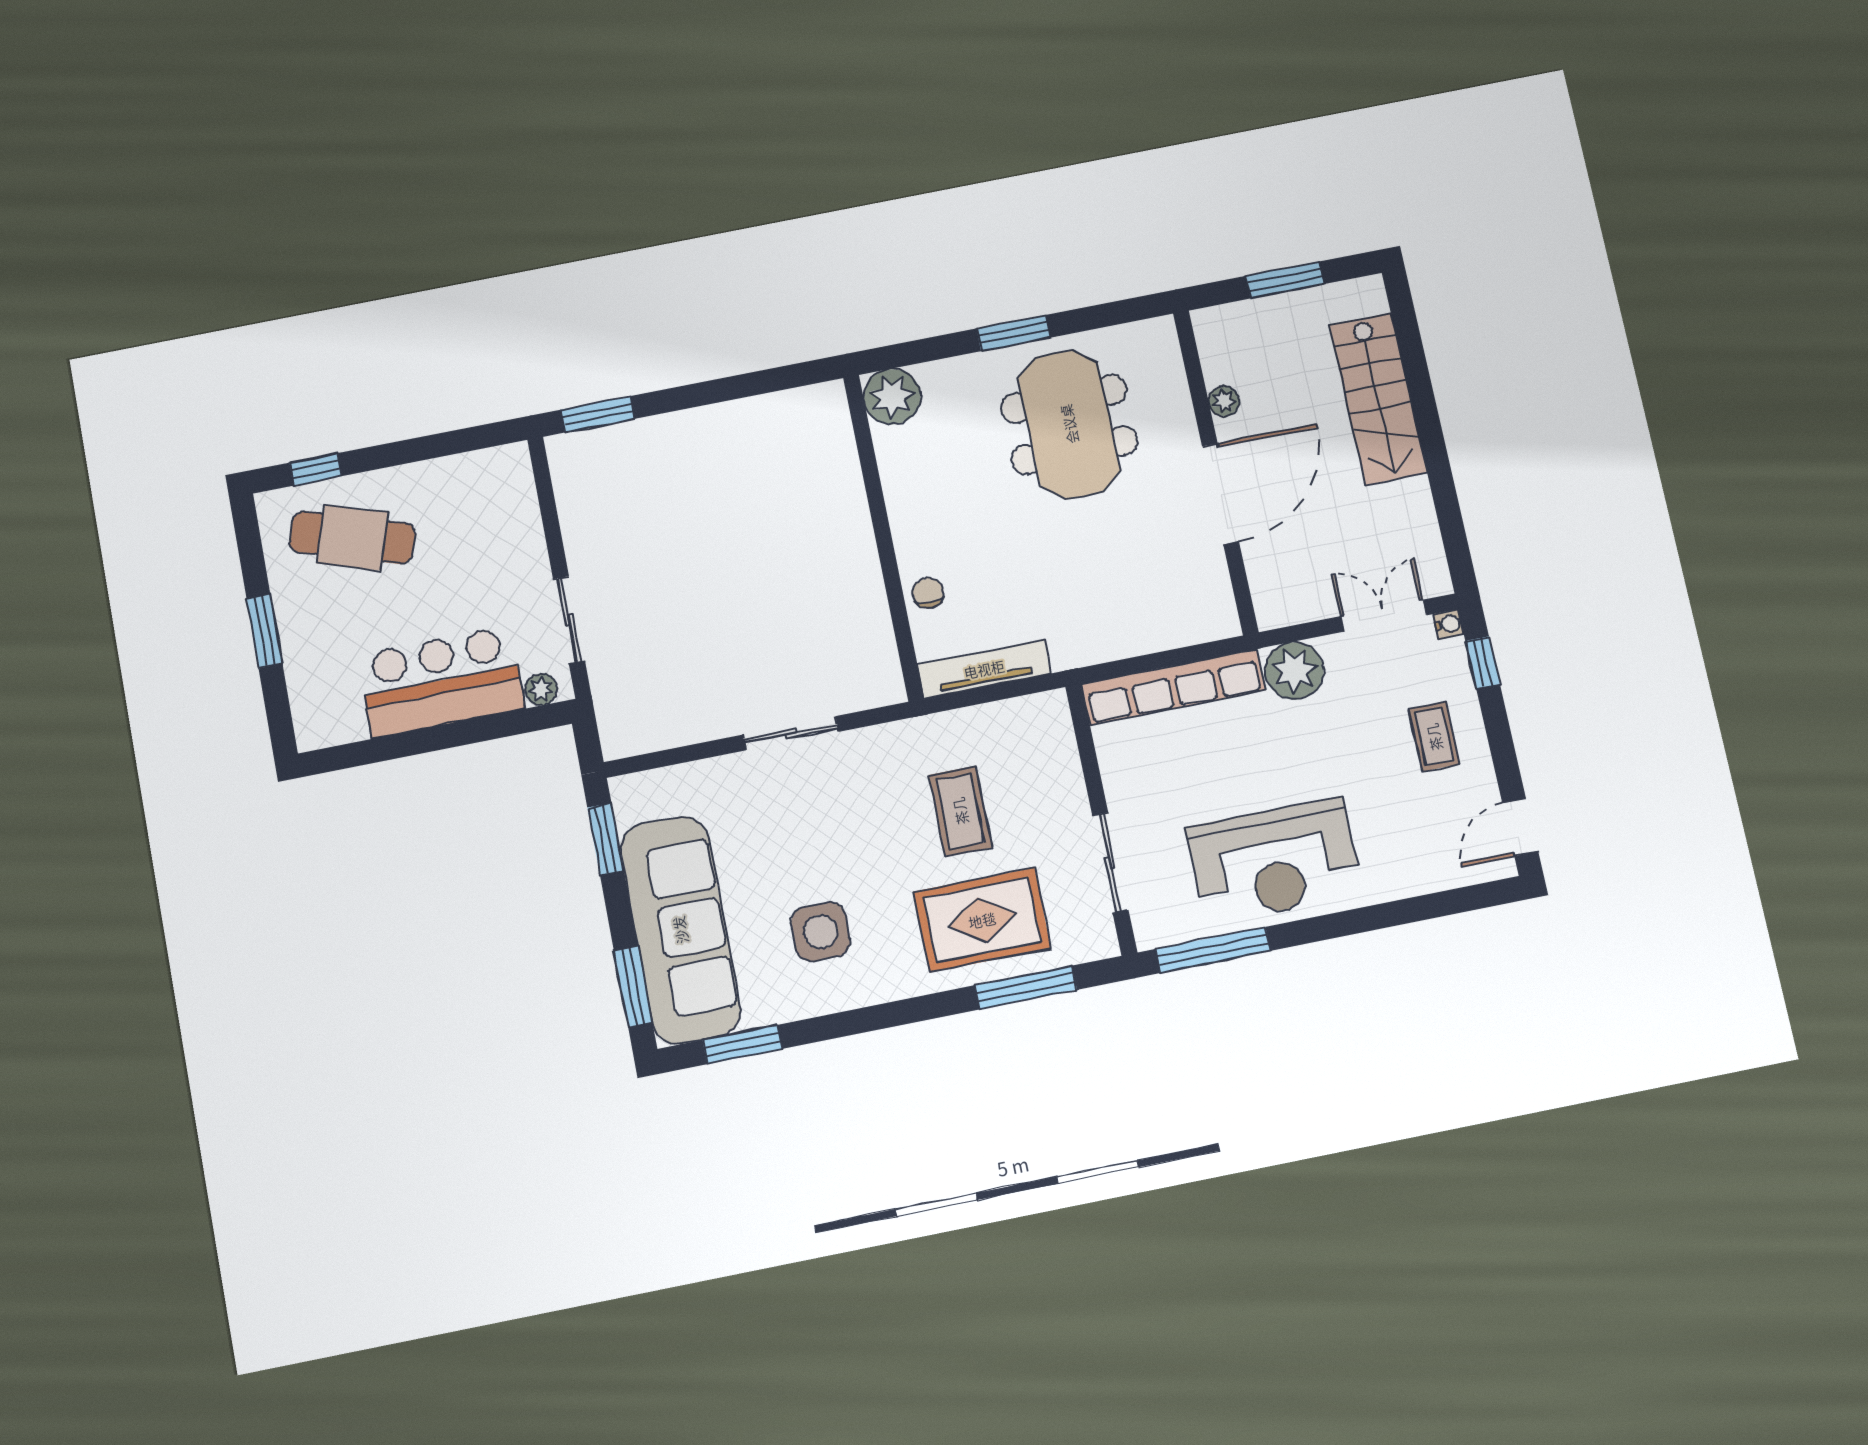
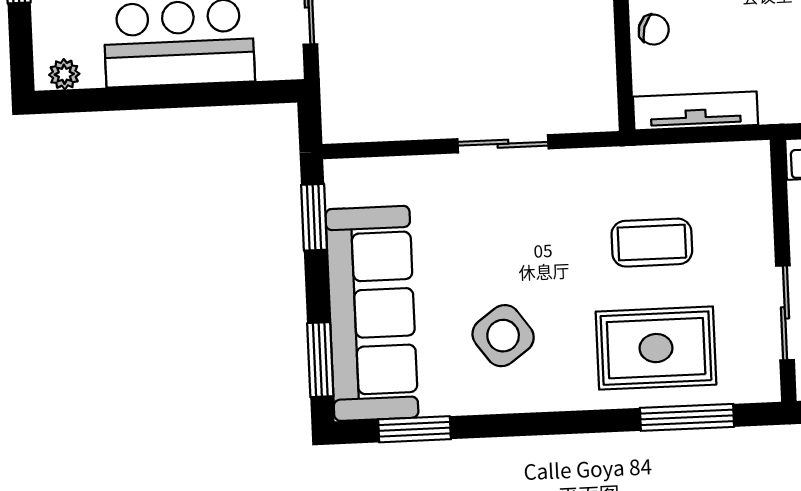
chair: (928, 593) -> (654, 30), turned 107
plant: (541, 689) -> (64, 74), moved
coffee table: (960, 811) -> (652, 243), turned 90
side table: (821, 932) -> (503, 336), turned -36

